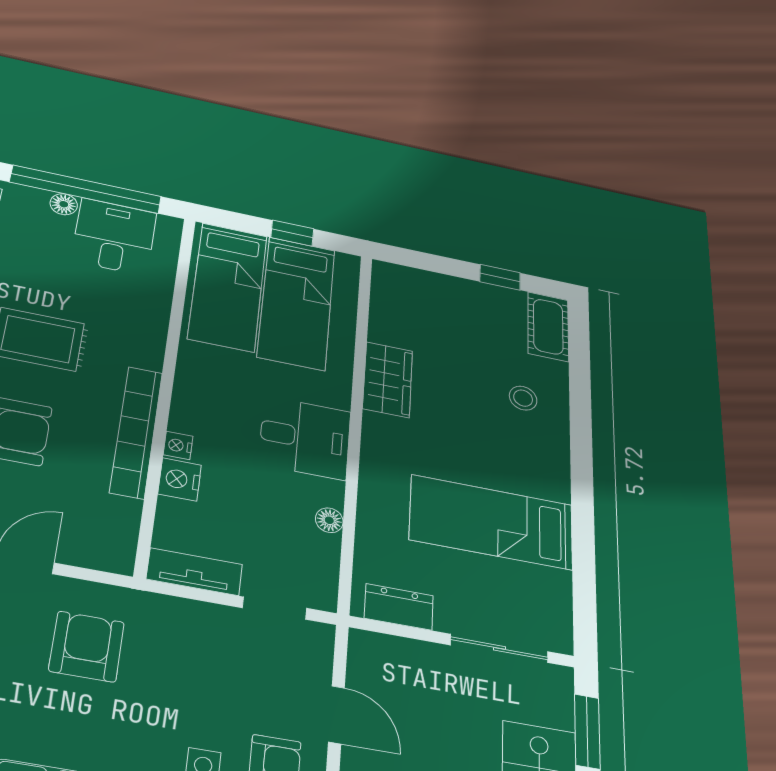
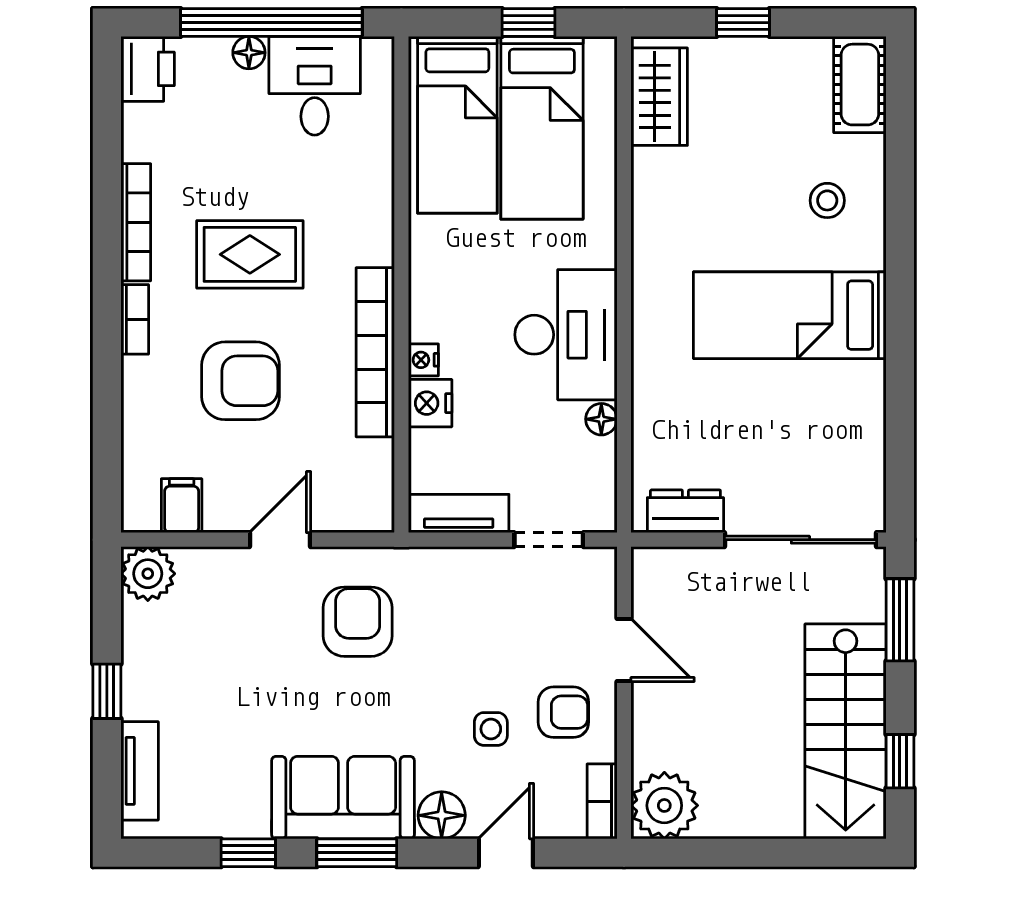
window: (500, 277) -> (743, 23), moved
wardrobe: (388, 380) -> (659, 97), moved
desk: (305, 438) -> (566, 335), width x1.37
bed: (492, 522) -> (790, 315), moved
sliding door: (499, 648) -> (800, 540), width x1.37

